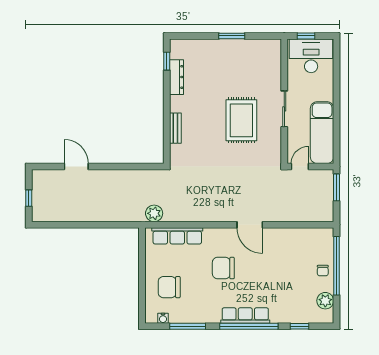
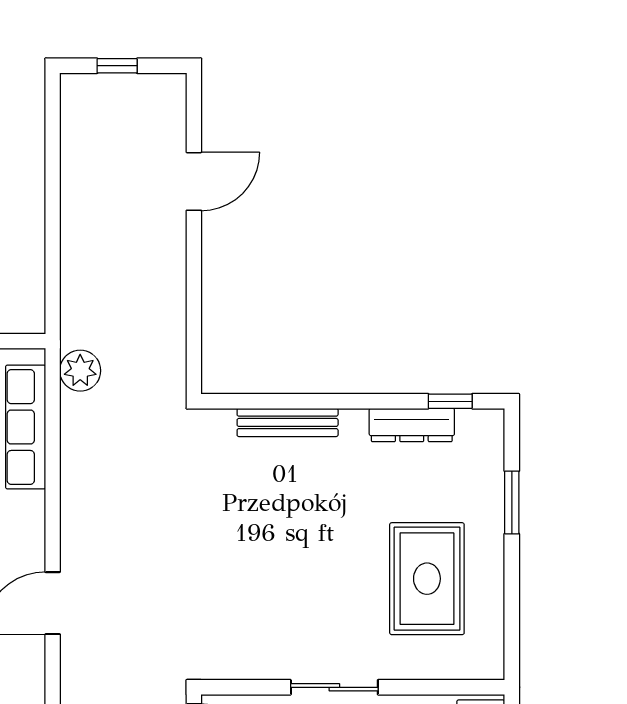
window: (232, 36) -> (512, 502), moved
rug: (241, 120) -> (427, 579), moved, turned 90
bench: (175, 128) -> (288, 422), width x1.36

